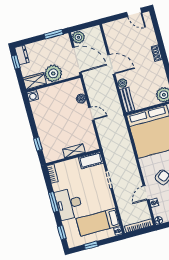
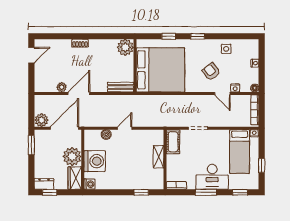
plant: (122, 83) -> (62, 87), moved
washing machine: (55, 95) -> (95, 161), added

